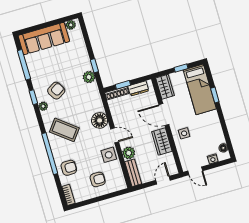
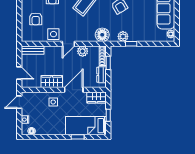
floor lamp: (100, 120) -> (102, 35), moved
plant: (129, 153) -> (83, 51), moved

